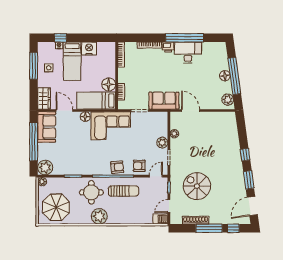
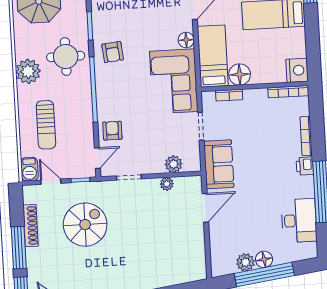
nightstand: (89, 48) -> (297, 70), moved
desk: (188, 53) -> (299, 221), moved
plant: (228, 100) -> (245, 262), moved
plant: (162, 143) -> (174, 164), moved
armchair: (117, 167) -> (113, 52), moved
door: (156, 176) -> (97, 158), hinge flipped
sun lounger: (124, 191) -> (46, 125), moved

